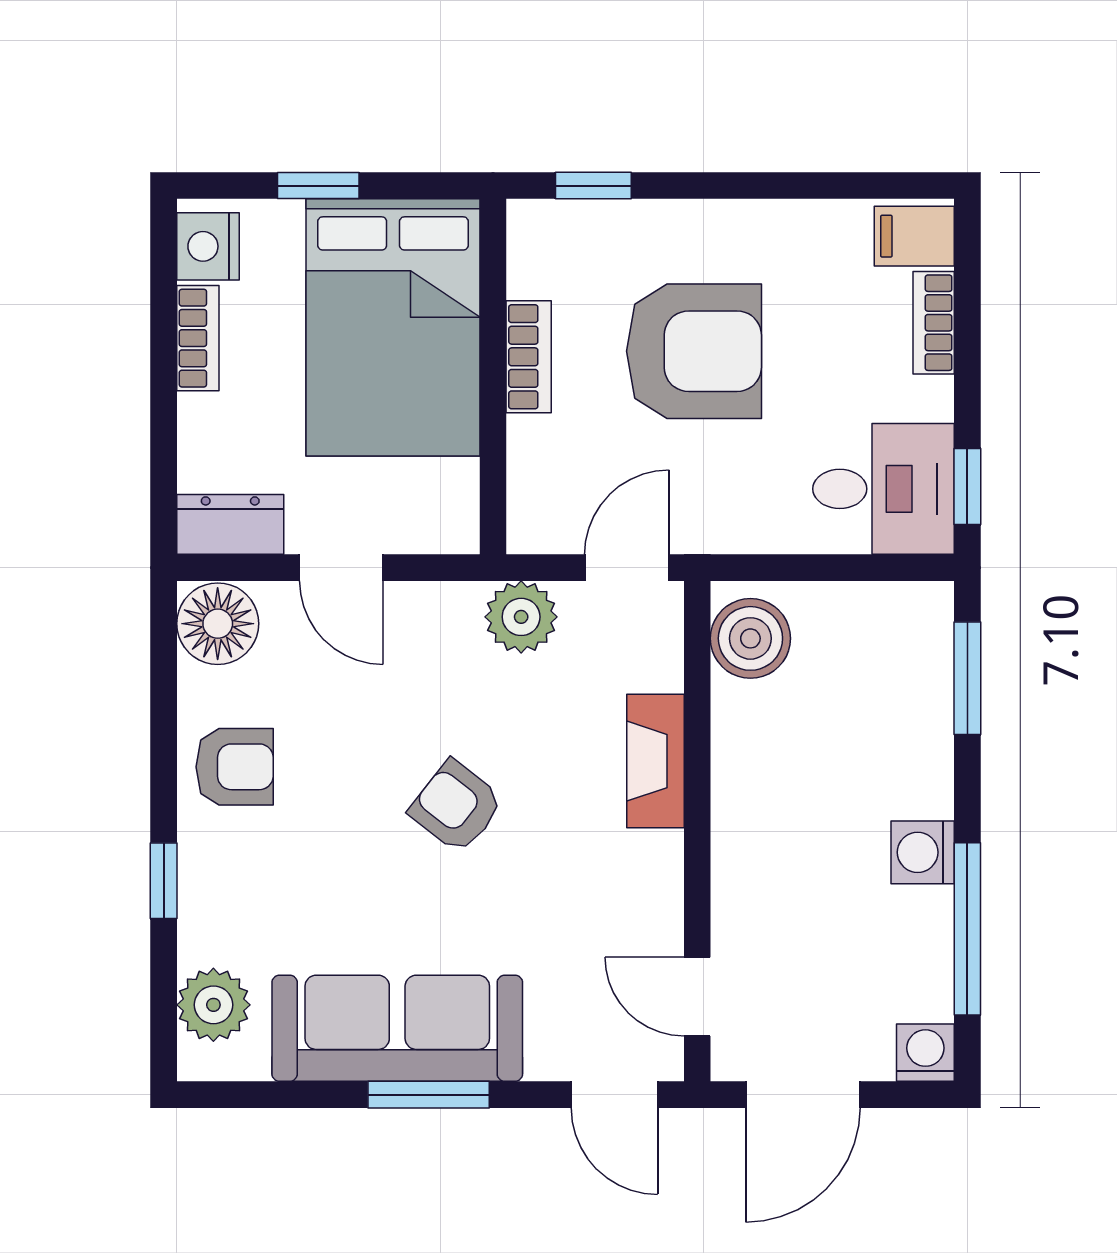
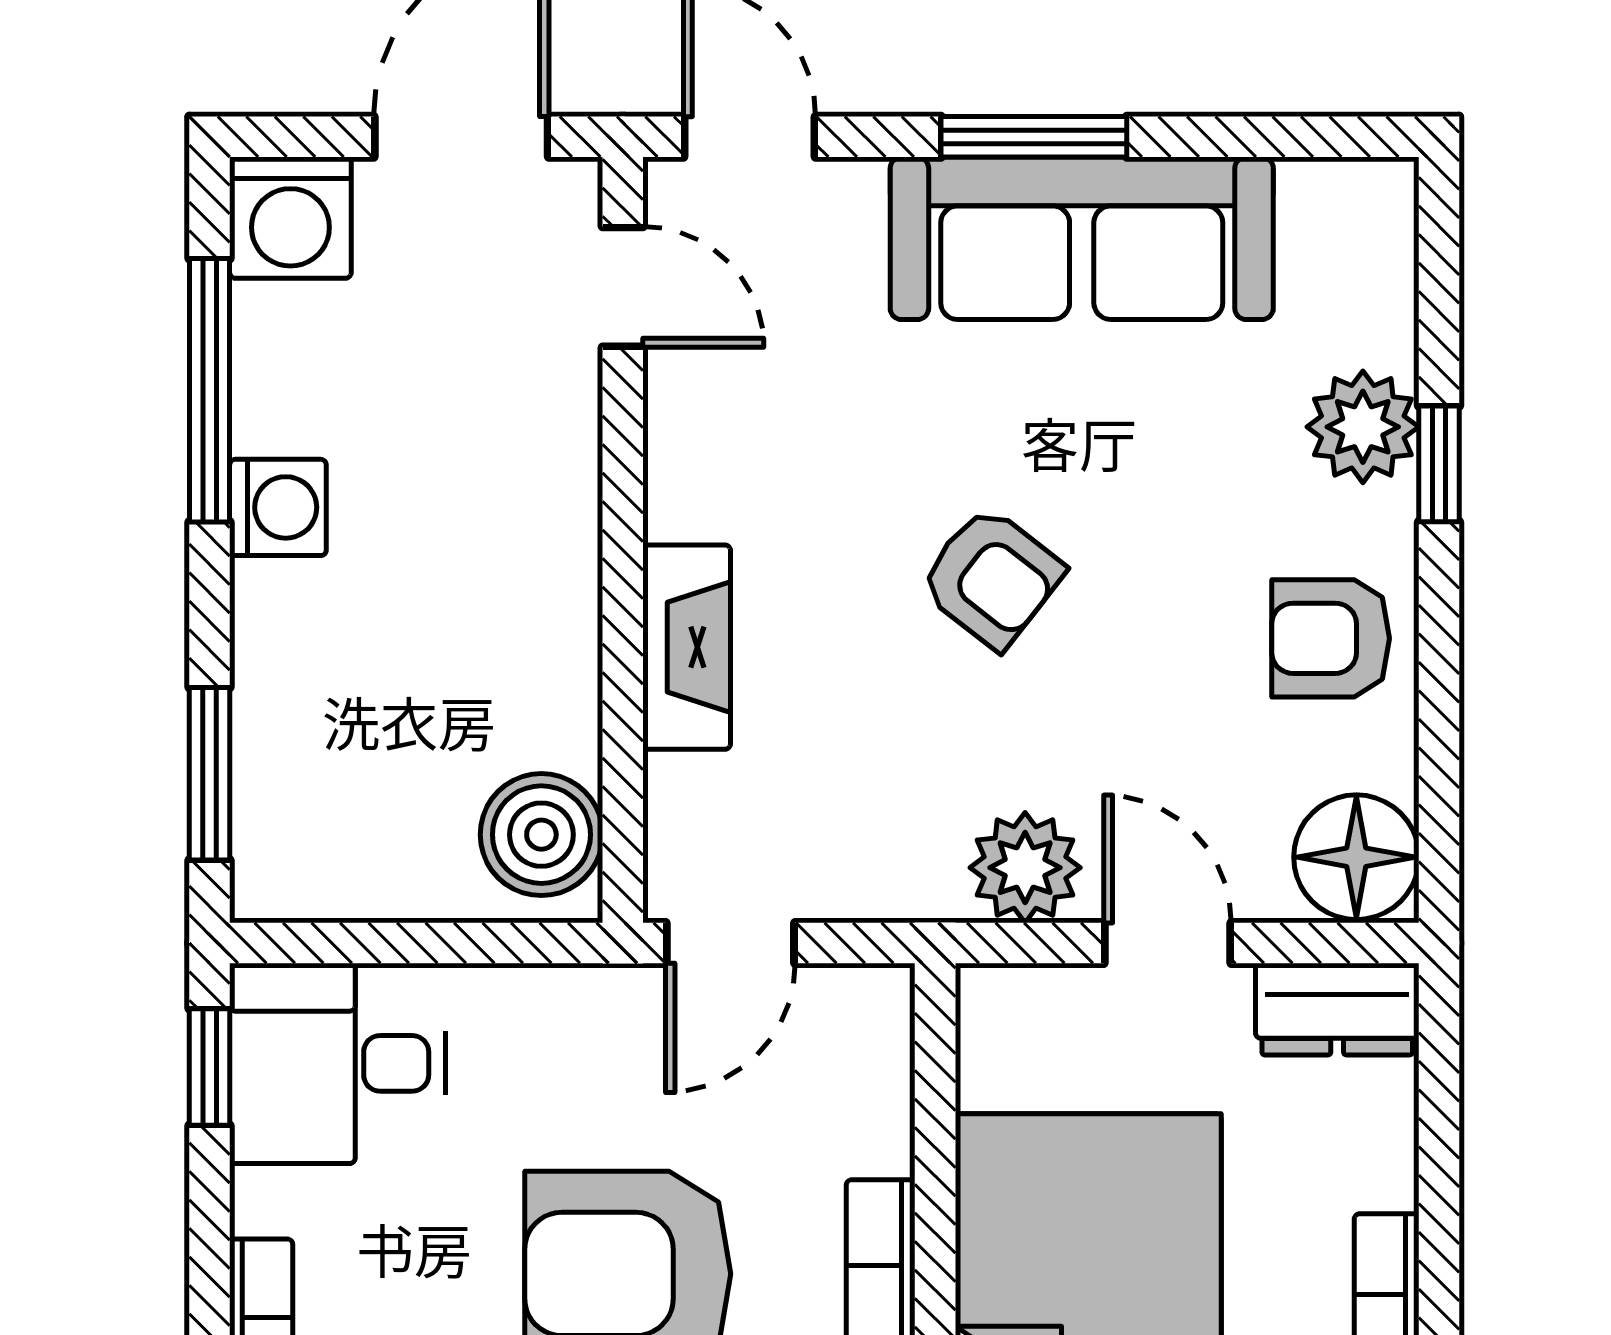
plant: (521, 617) -> (1025, 868), moved
plant: (213, 1005) -> (1363, 427), moved
washing machine: (925, 1053) -> (290, 218), width x1.38, depth x1.38

